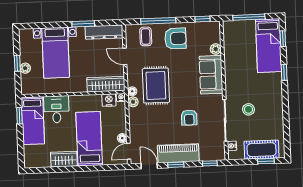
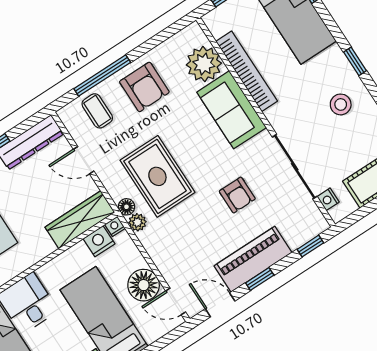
window: (202, 19) -> (168, 33), removed
armchair: (175, 38) -> (144, 87), turned 90
plant: (216, 49) -> (204, 64), width x1.88, depth x1.88
bookcase: (229, 60) -> (247, 71), added
window: (284, 72) -> (355, 61), moved
stool: (248, 109) -> (341, 104), moved
floor lamp: (122, 138) -> (144, 285), width x1.89, depth x1.89
door: (129, 151) -> (176, 301), hinge flipped

